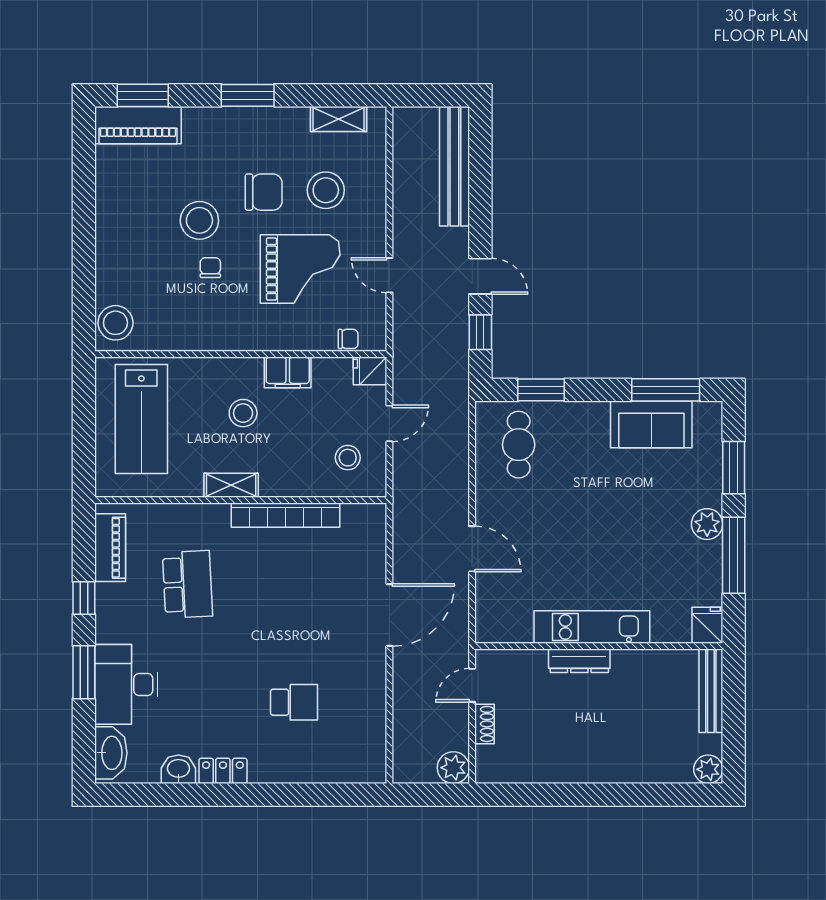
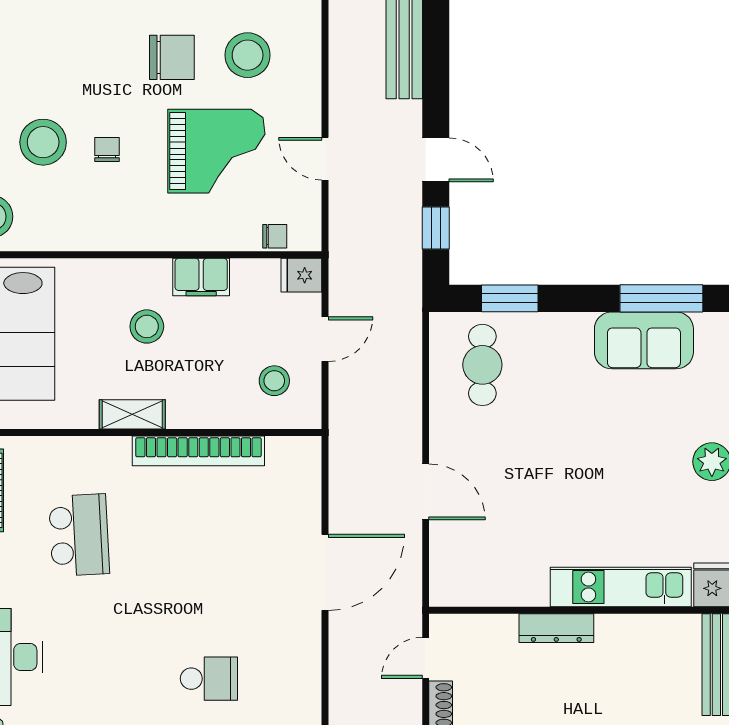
stool: (199, 220) -> (43, 142), moved
kitchen unit: (592, 627) -> (621, 587), moved

